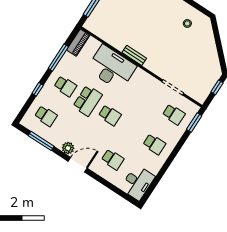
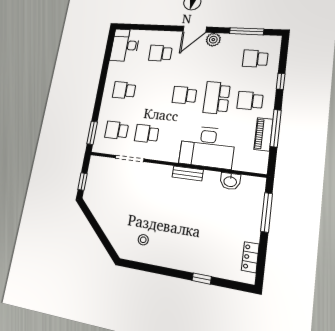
washbasin: (107, 36) -> (230, 181), added
piano: (78, 43) -> (263, 134), moved
school desk: (151, 100) -> (147, 134), added

